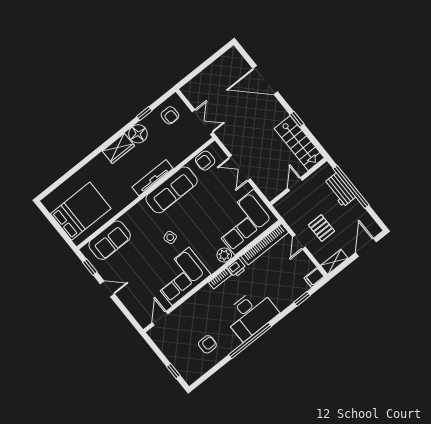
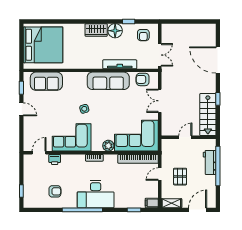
tv unit: (152, 178) -> (120, 64), moved
bed: (81, 211) -> (43, 45), width x1.36
printer: (237, 268) -> (55, 159), moved

